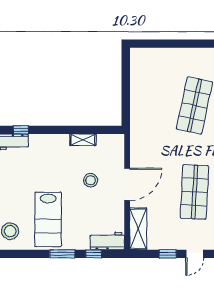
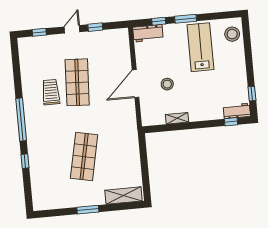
window: (196, 44) -> (88, 210), added
shelving: (138, 229) -> (123, 196), moved, turned 90

